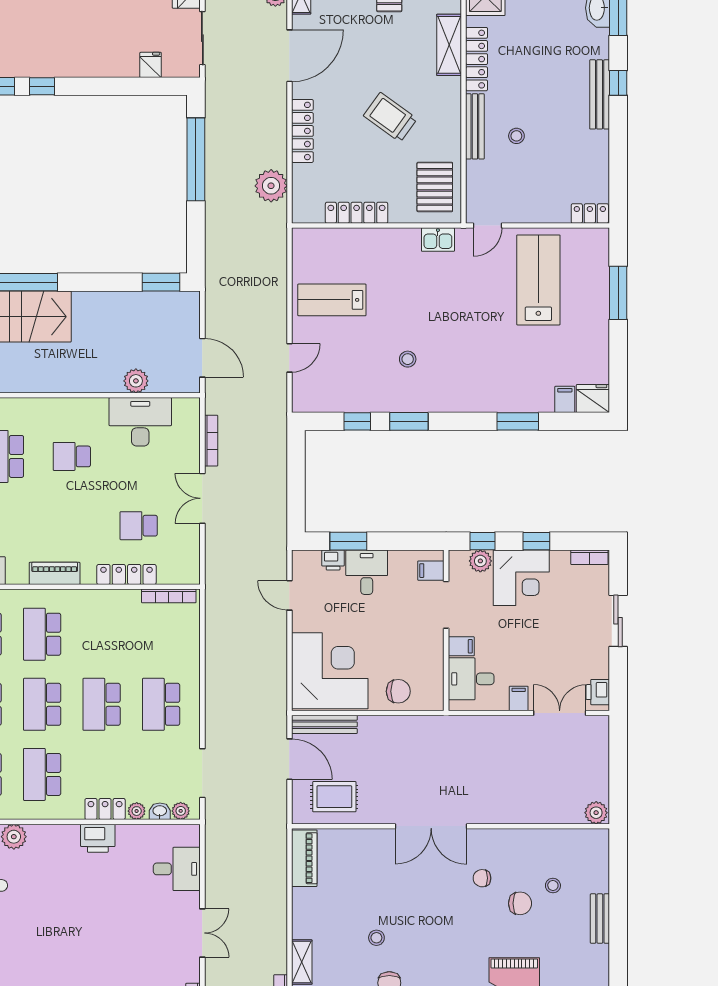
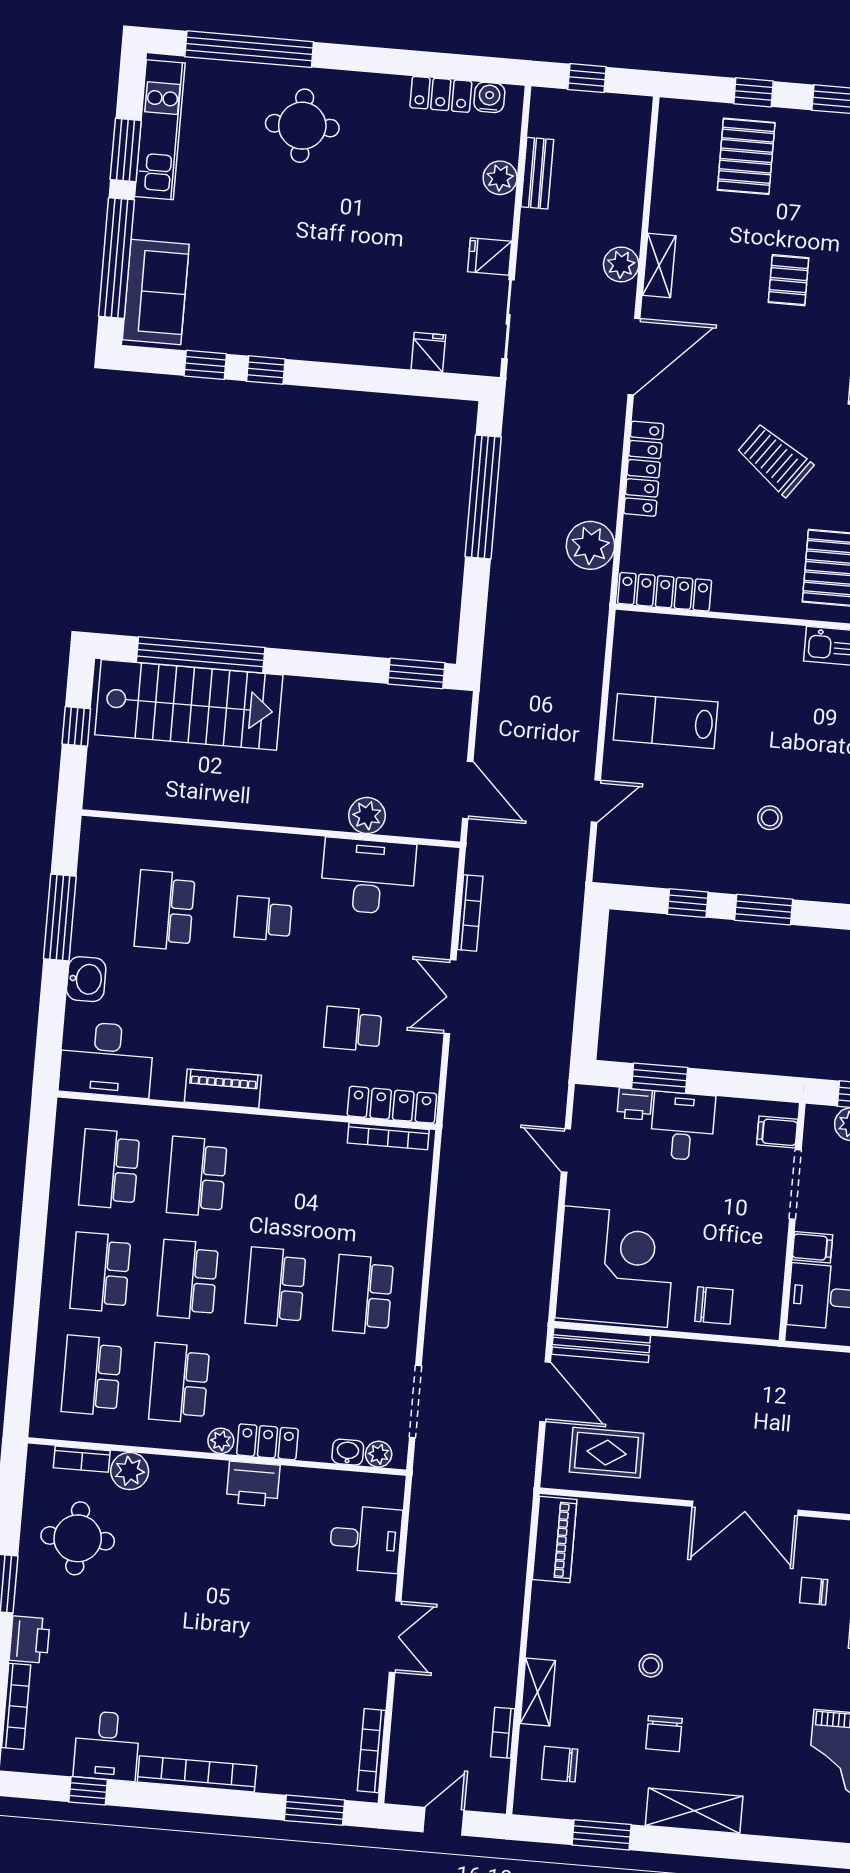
locker: (357, 213) -> (665, 592), moved
locker: (126, 574) -> (392, 1105), moved
plant: (137, 811) -> (221, 1441), moved

